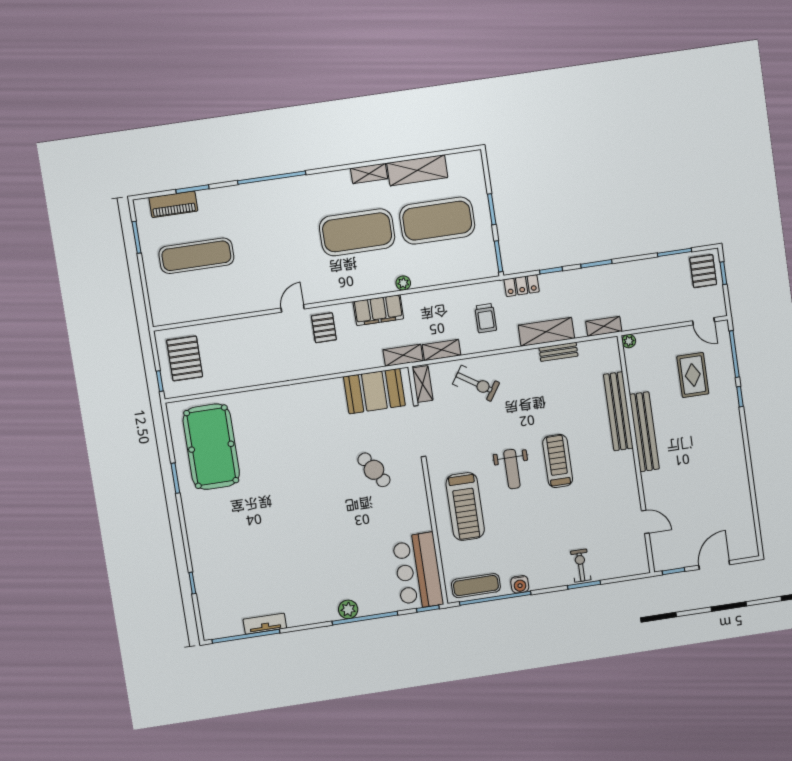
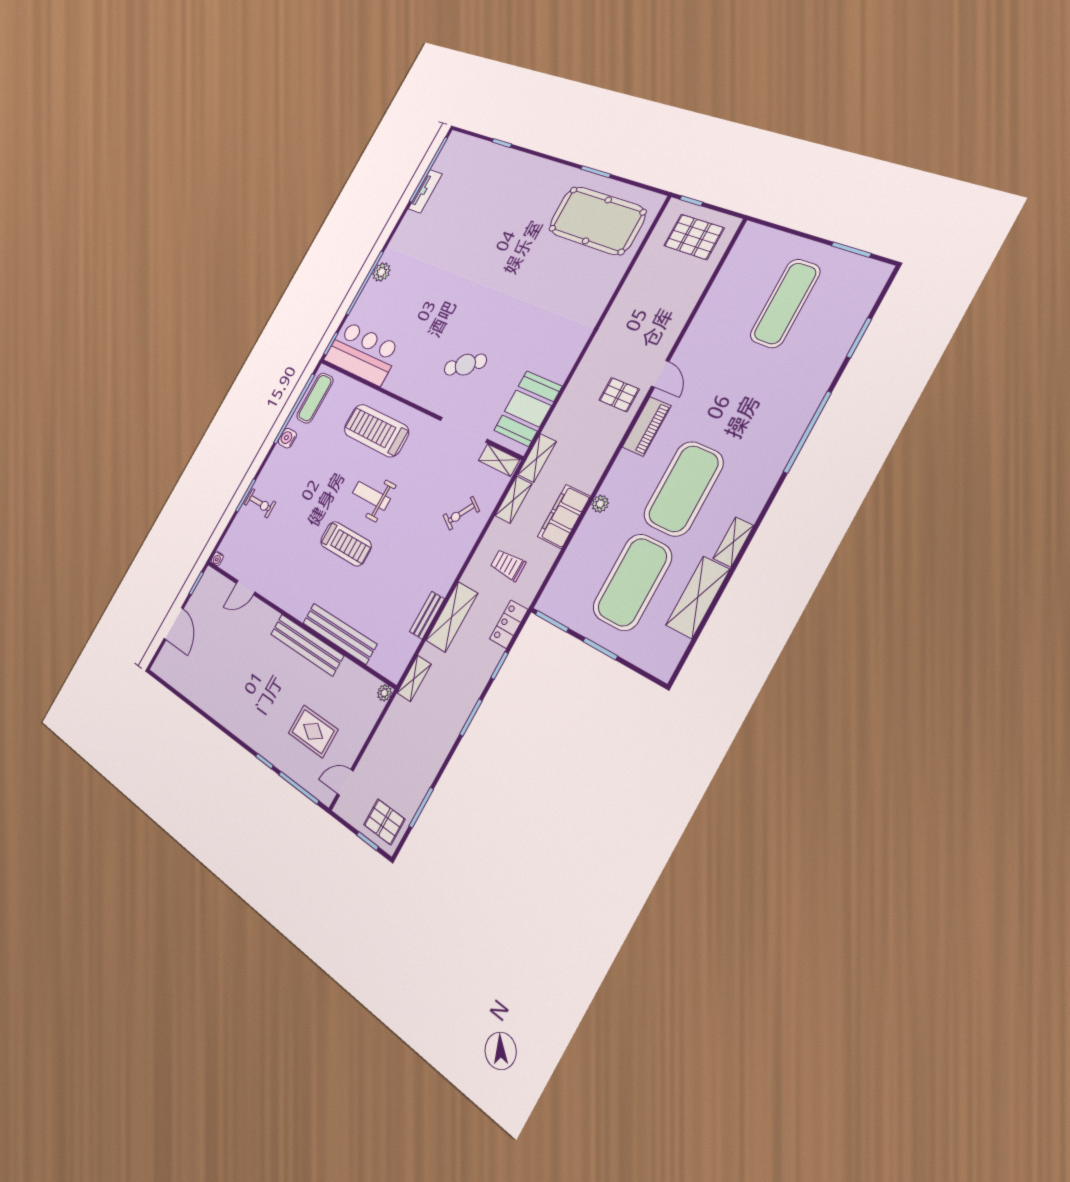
piano: (173, 204) -> (647, 426), moved, turned 180
filing cabinet: (378, 310) -> (564, 517), moved
exercise bike: (476, 383) -> (461, 513), width x0.73, depth x0.72
water cooler: (644, 568) -> (217, 559), added

